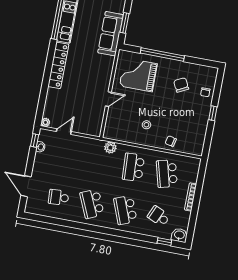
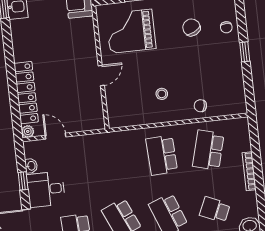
locker: (58, 65) -> (26, 93), moved
door: (64, 132) -> (56, 136), hinge flipped
window: (35, 140) -> (23, 181), moved
plant: (110, 148) -> (123, 139), removed
desk: (46, 166) -> (46, 189), added
school desk: (167, 174) -> (208, 150), turned 30

